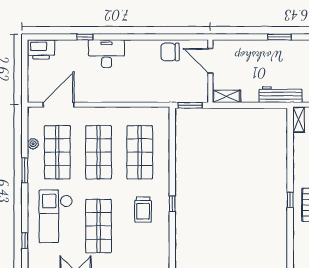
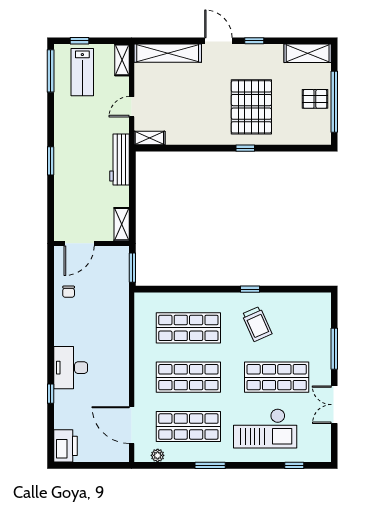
chair: (170, 52) -> (69, 292), width x0.54, depth x0.54
plant: (33, 144) -> (158, 455), moved
trolley: (143, 209) -> (257, 324), turned 66

